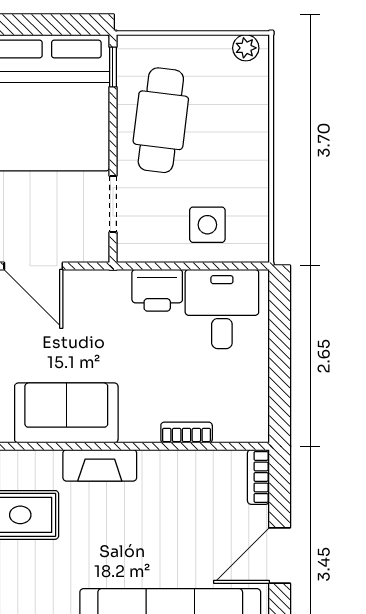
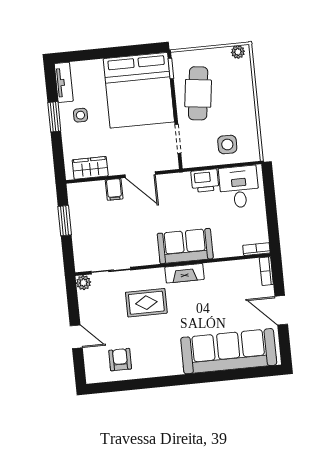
sofa: (66, 413) -> (185, 246), moved
bookcase: (187, 432) -> (256, 249), moved
door: (280, 555) -> (281, 310), hinge flipped

